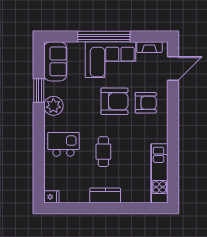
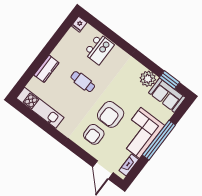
window: (39, 91) -> (170, 80), moved
plant: (53, 106) -> (148, 79), moved
kitchen island: (63, 144) -> (99, 49), moved
kitchen counter: (105, 195) -> (46, 69), moved

